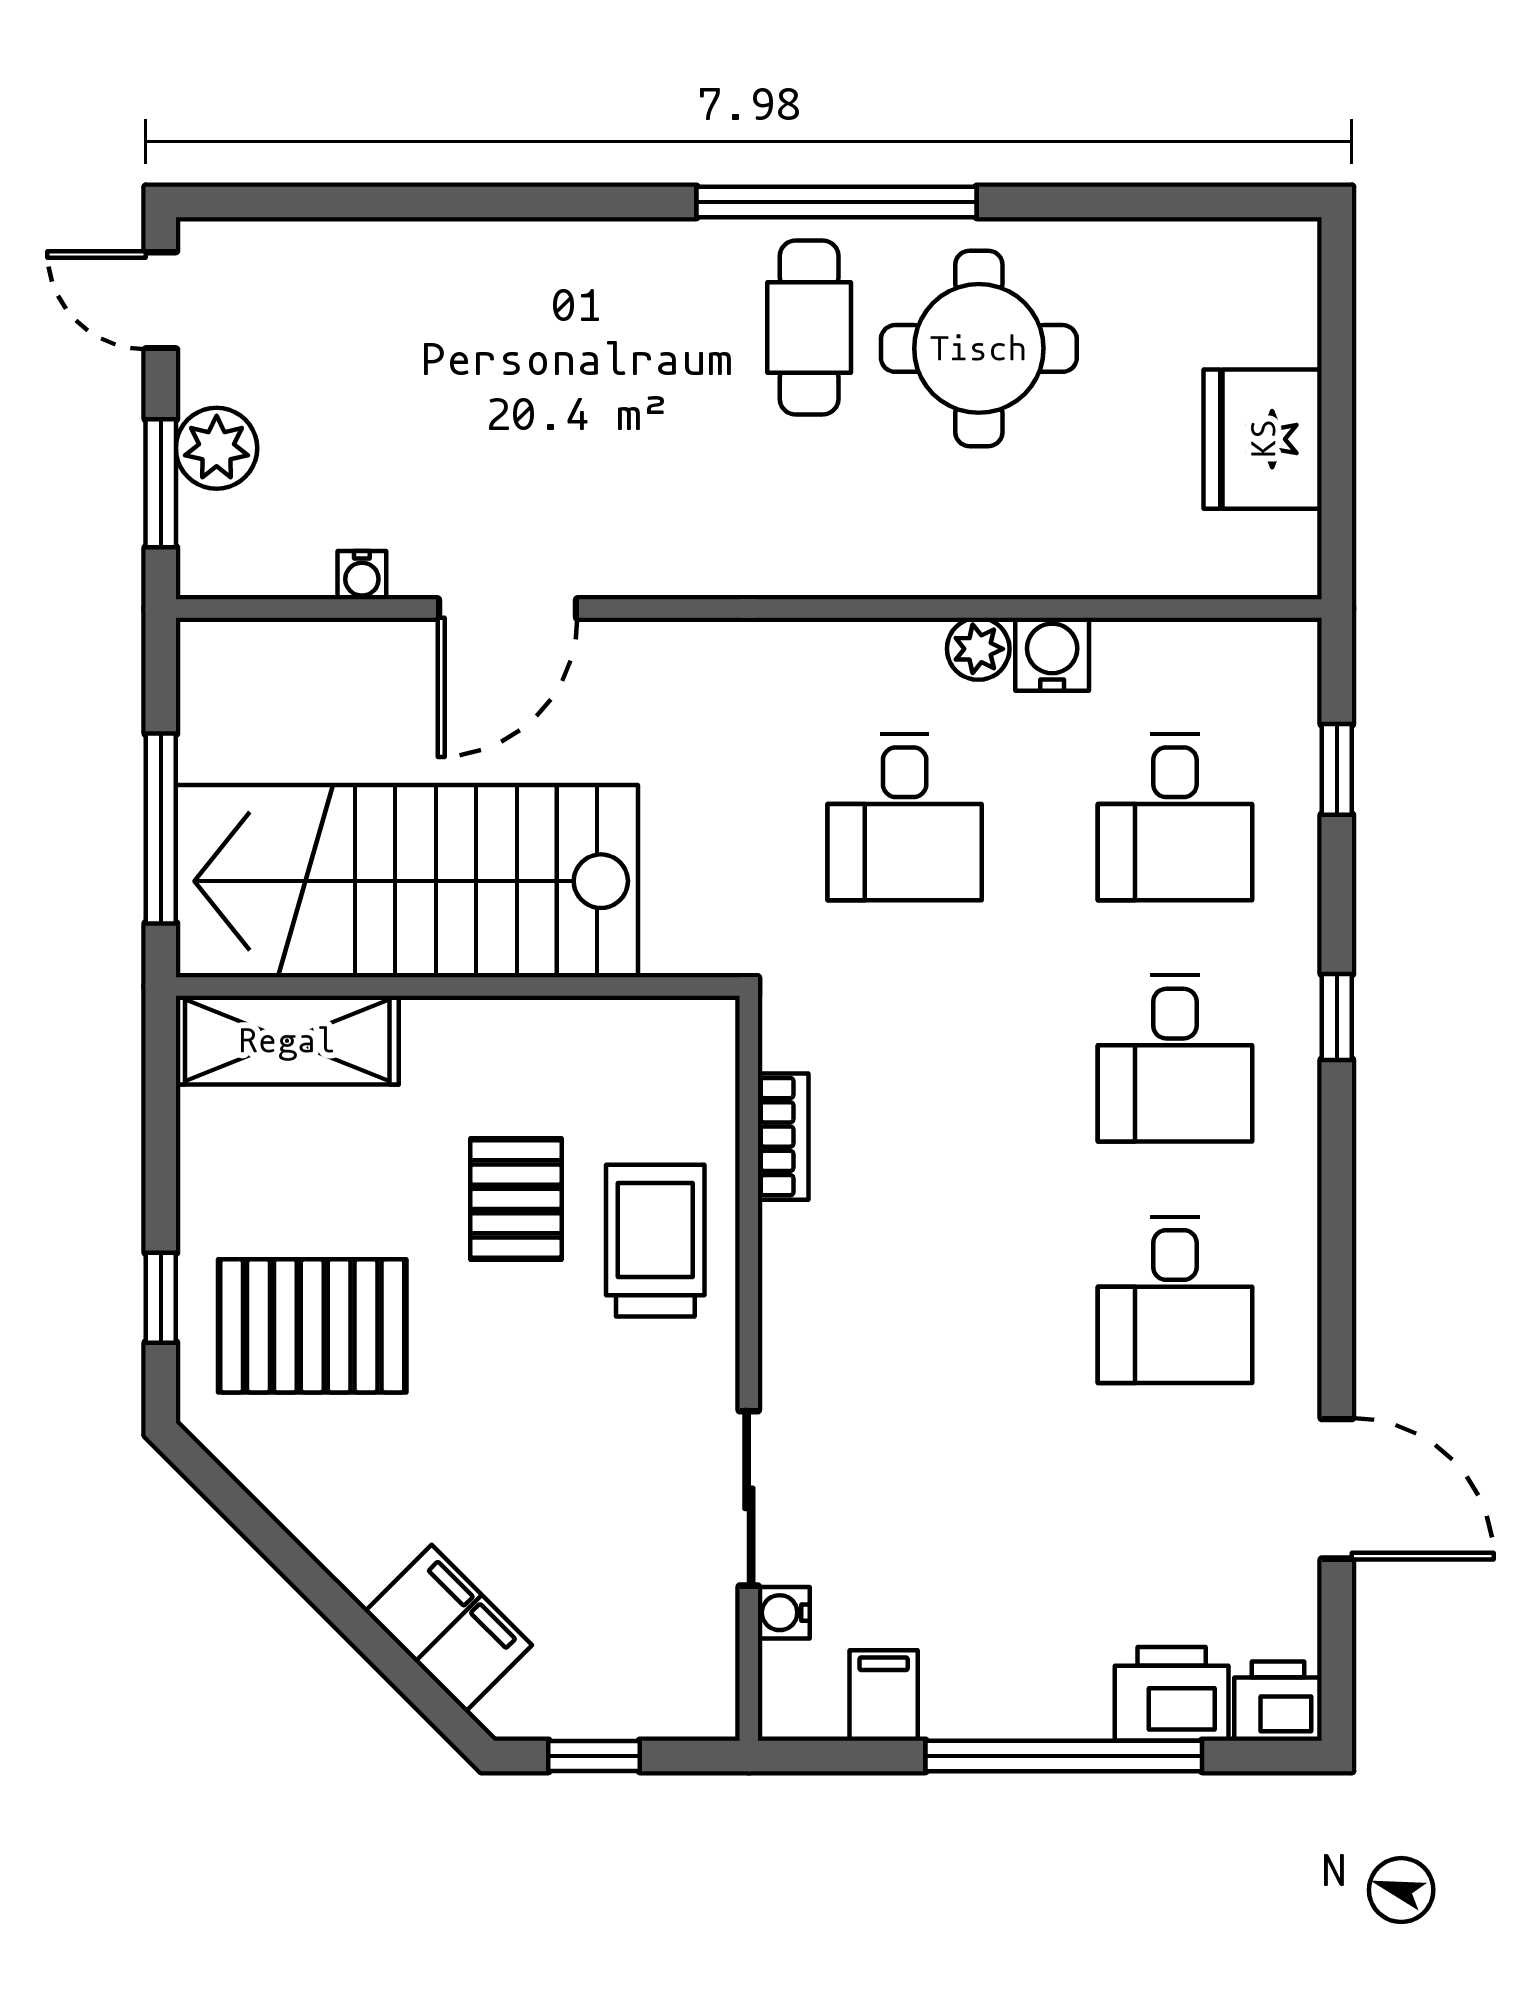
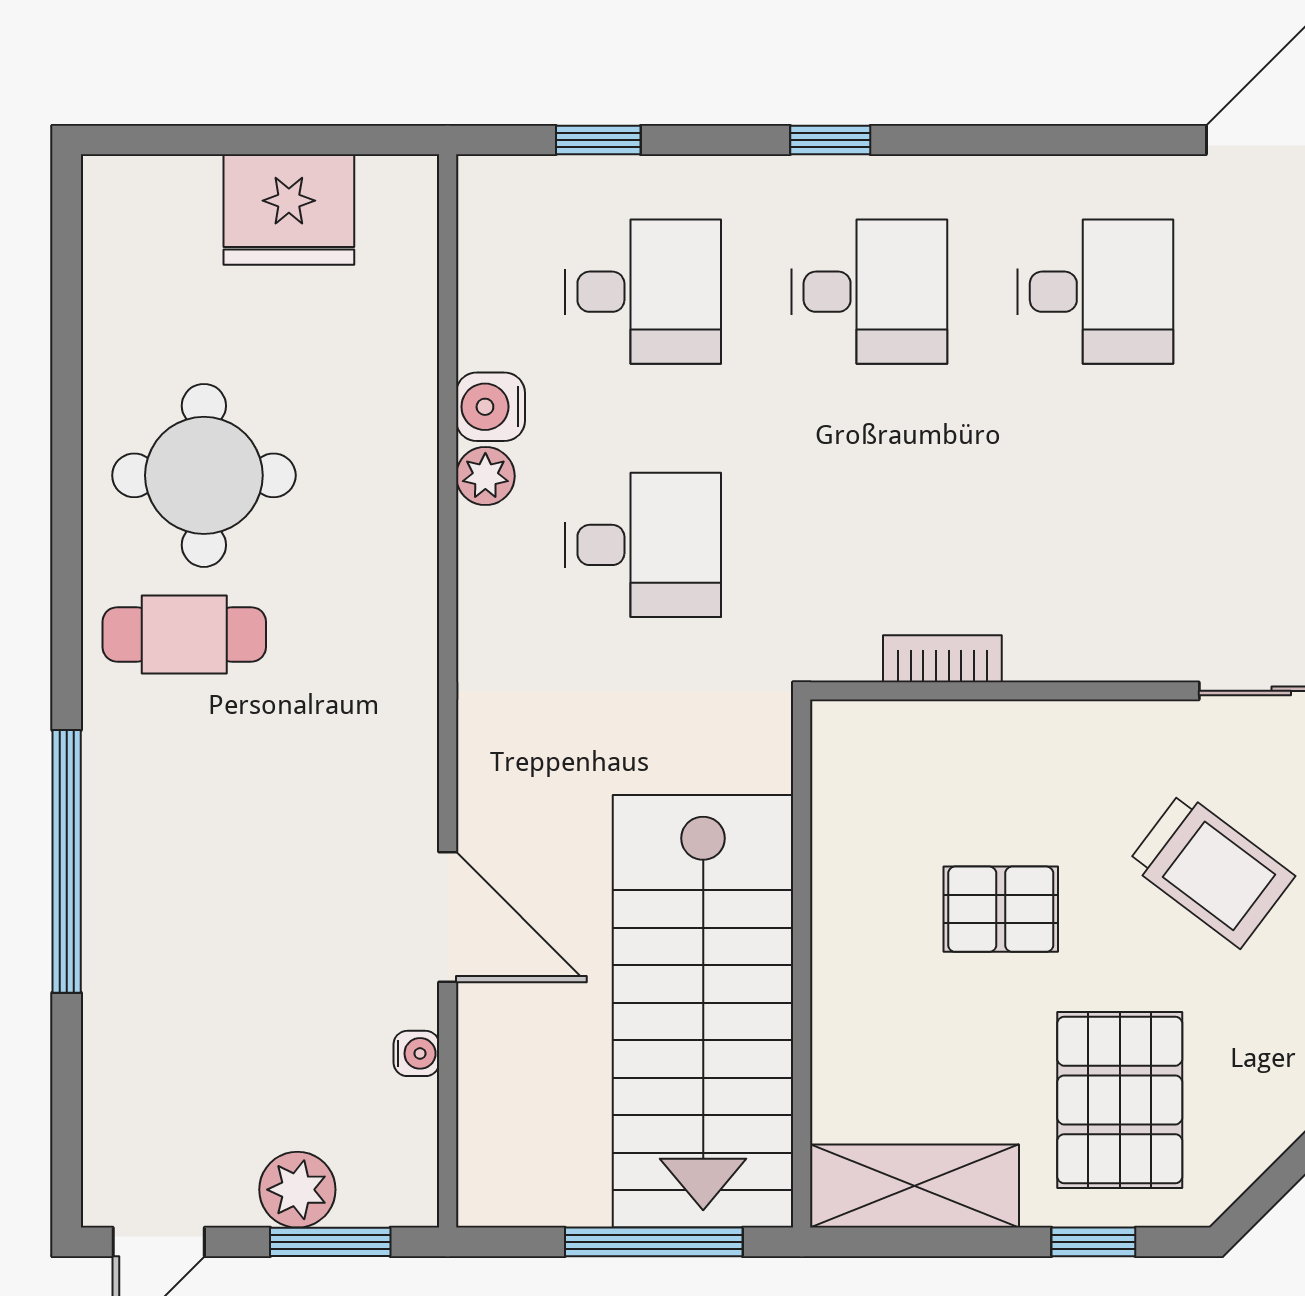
window: (837, 202) -> (67, 861), moved
shelving: (287, 1040) -> (914, 1186), moved, turned 90
trolley: (655, 1241) -> (1211, 870), moved, turned -143

